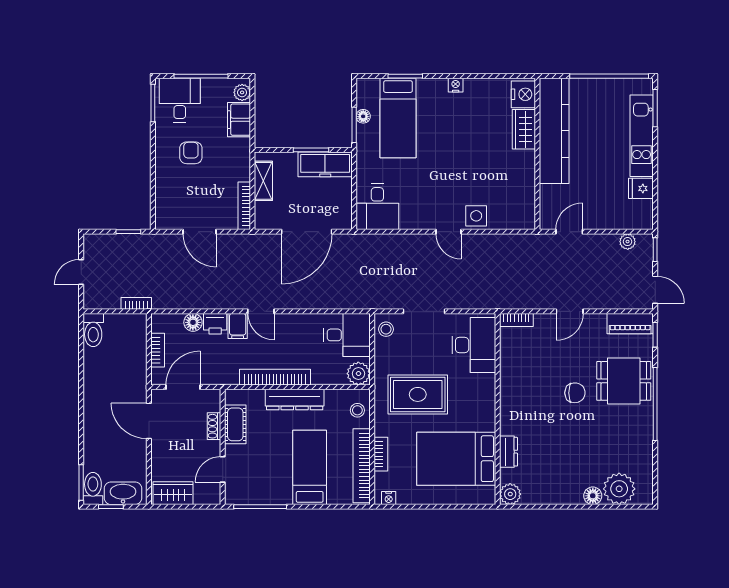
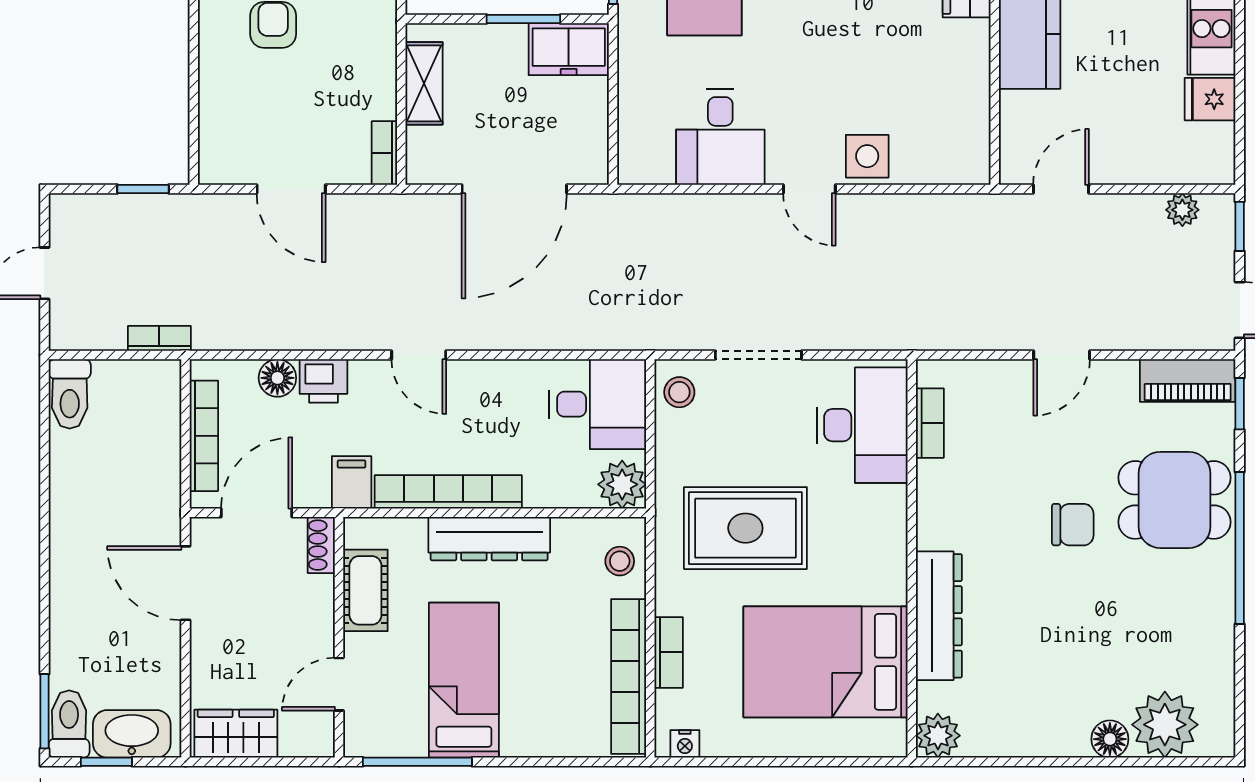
freezer: (325, 164) -> (569, 49), width x0.71
bookcase: (244, 206) -> (384, 153), width x0.64
desk: (377, 207) -> (720, 137), moved
bookcase: (516, 320) -> (930, 423), moved, turned -90
filing cabinet: (238, 326) -> (352, 482), moved, turned 180
bookcase: (158, 350) -> (204, 436), width x1.56
shoe rack: (214, 426) -> (321, 545), moved
dresser: (508, 452) -> (939, 616), width x1.96, depth x1.24
bed: (310, 467) -> (464, 680), moved

